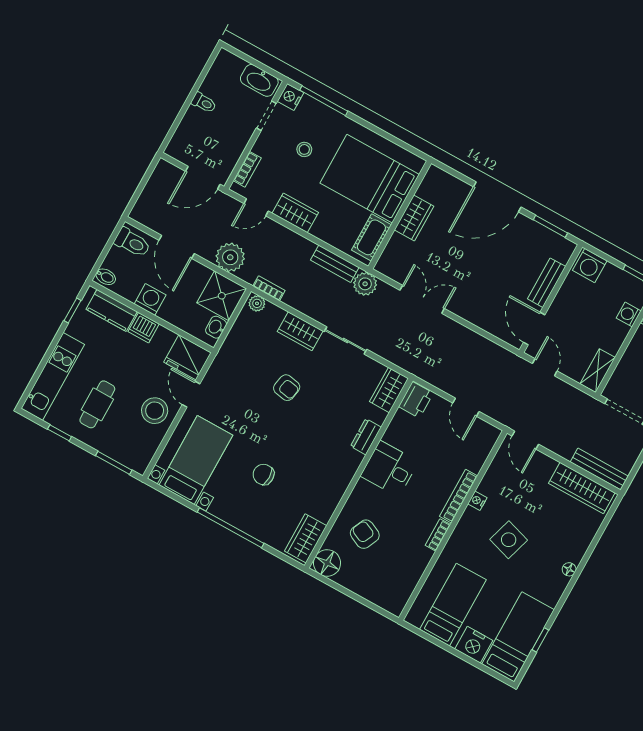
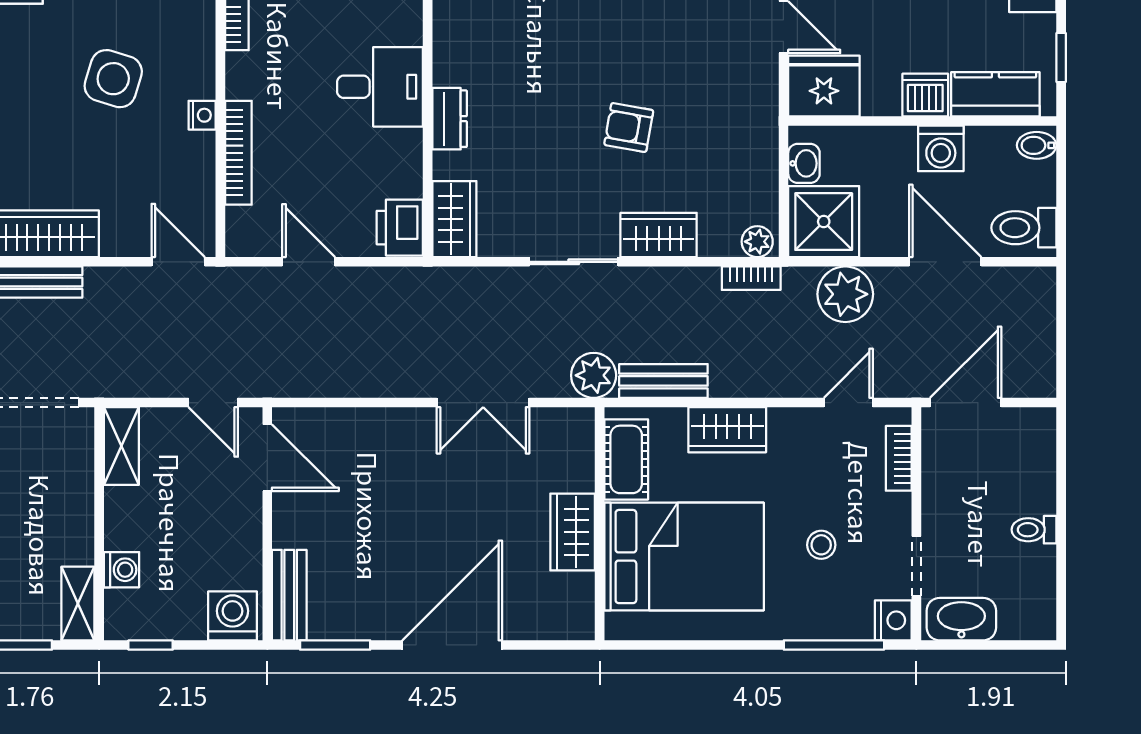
wardrobe: (295, 213) -> (727, 430), moved
bench: (547, 283) -> (289, 595), moved
bookcase: (458, 496) -> (238, 153), moved

